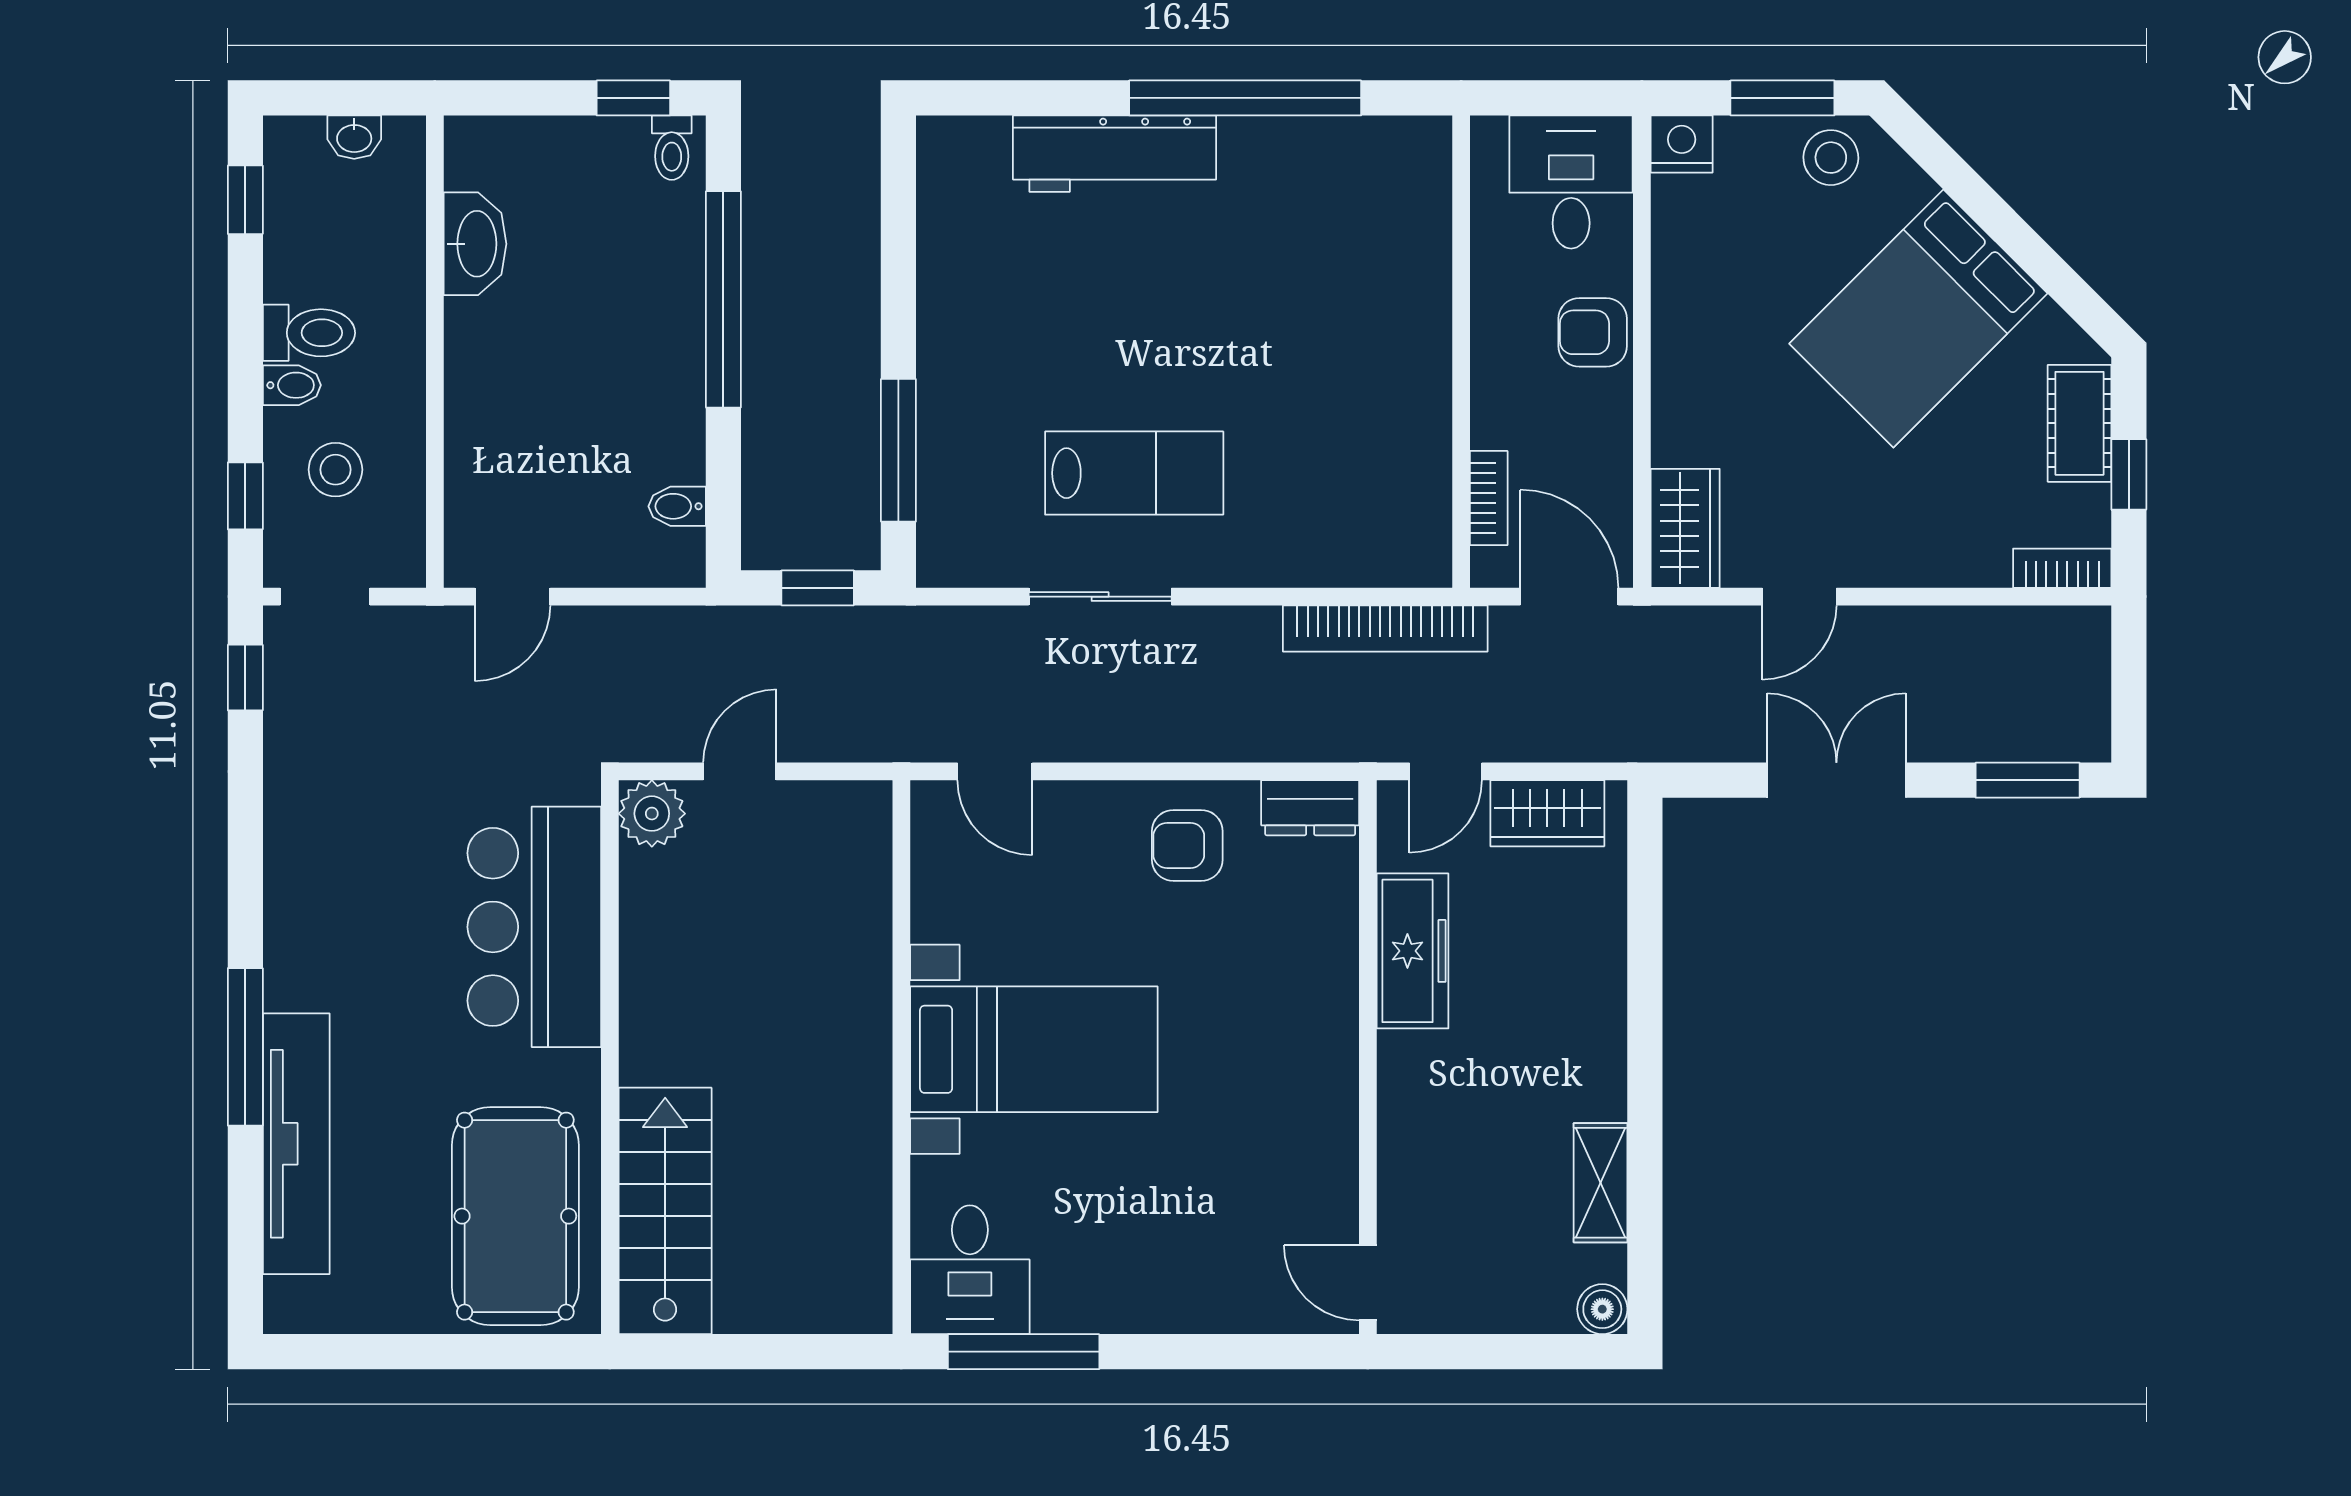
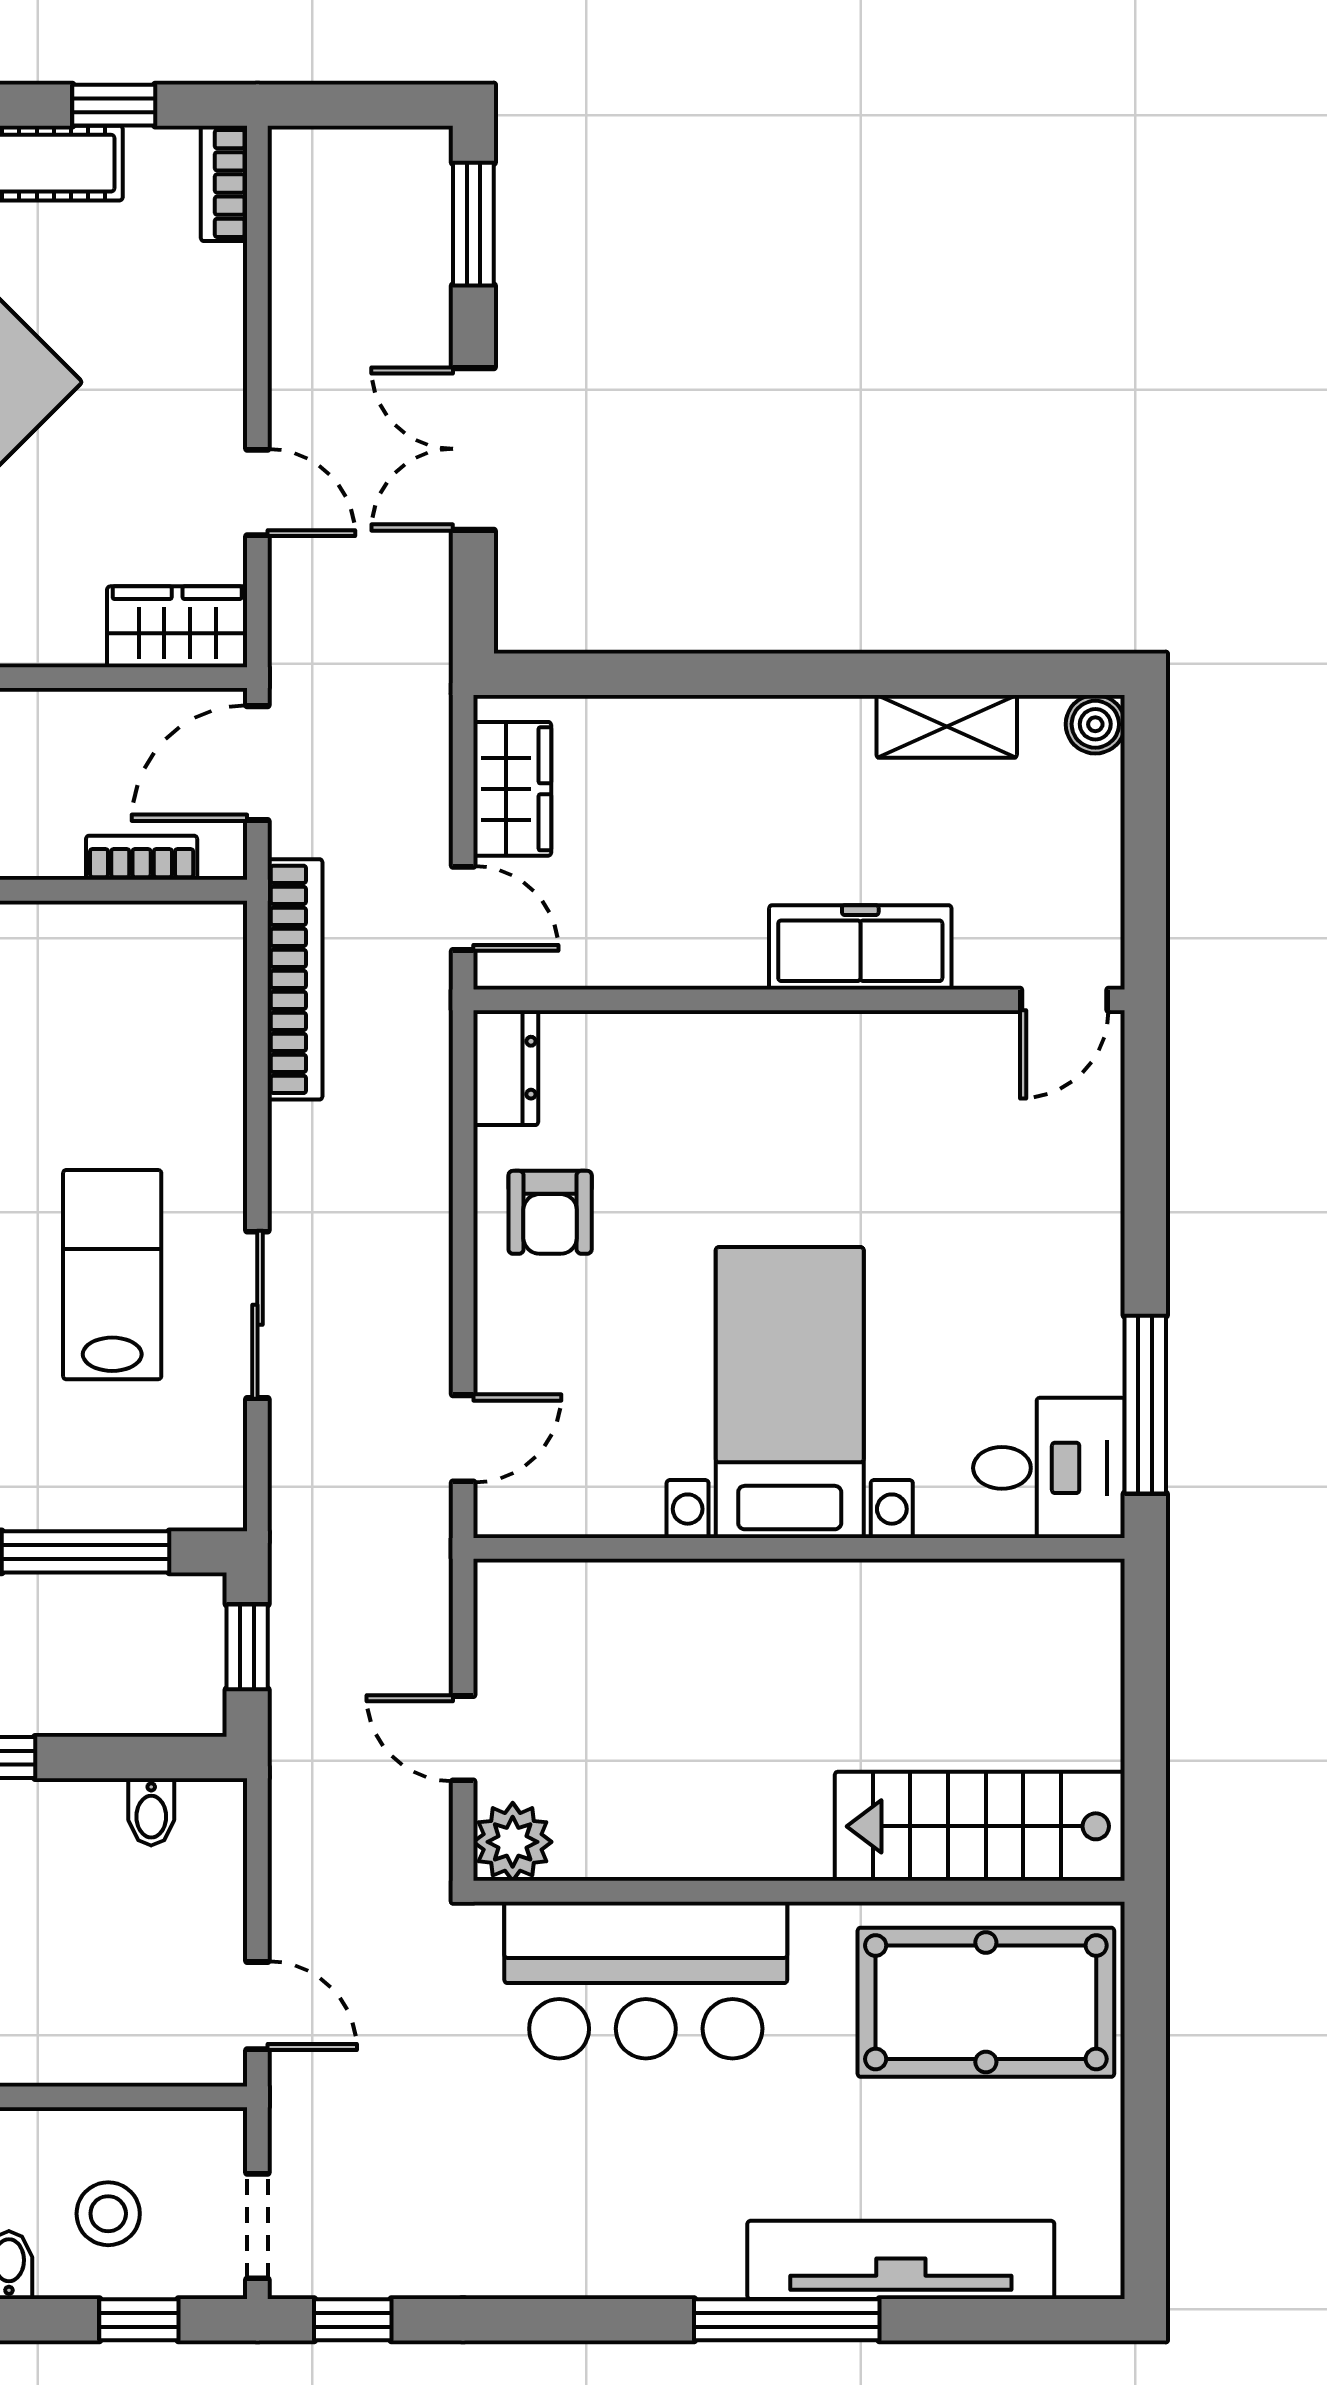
freezer: (1413, 951) -> (860, 947), moved

